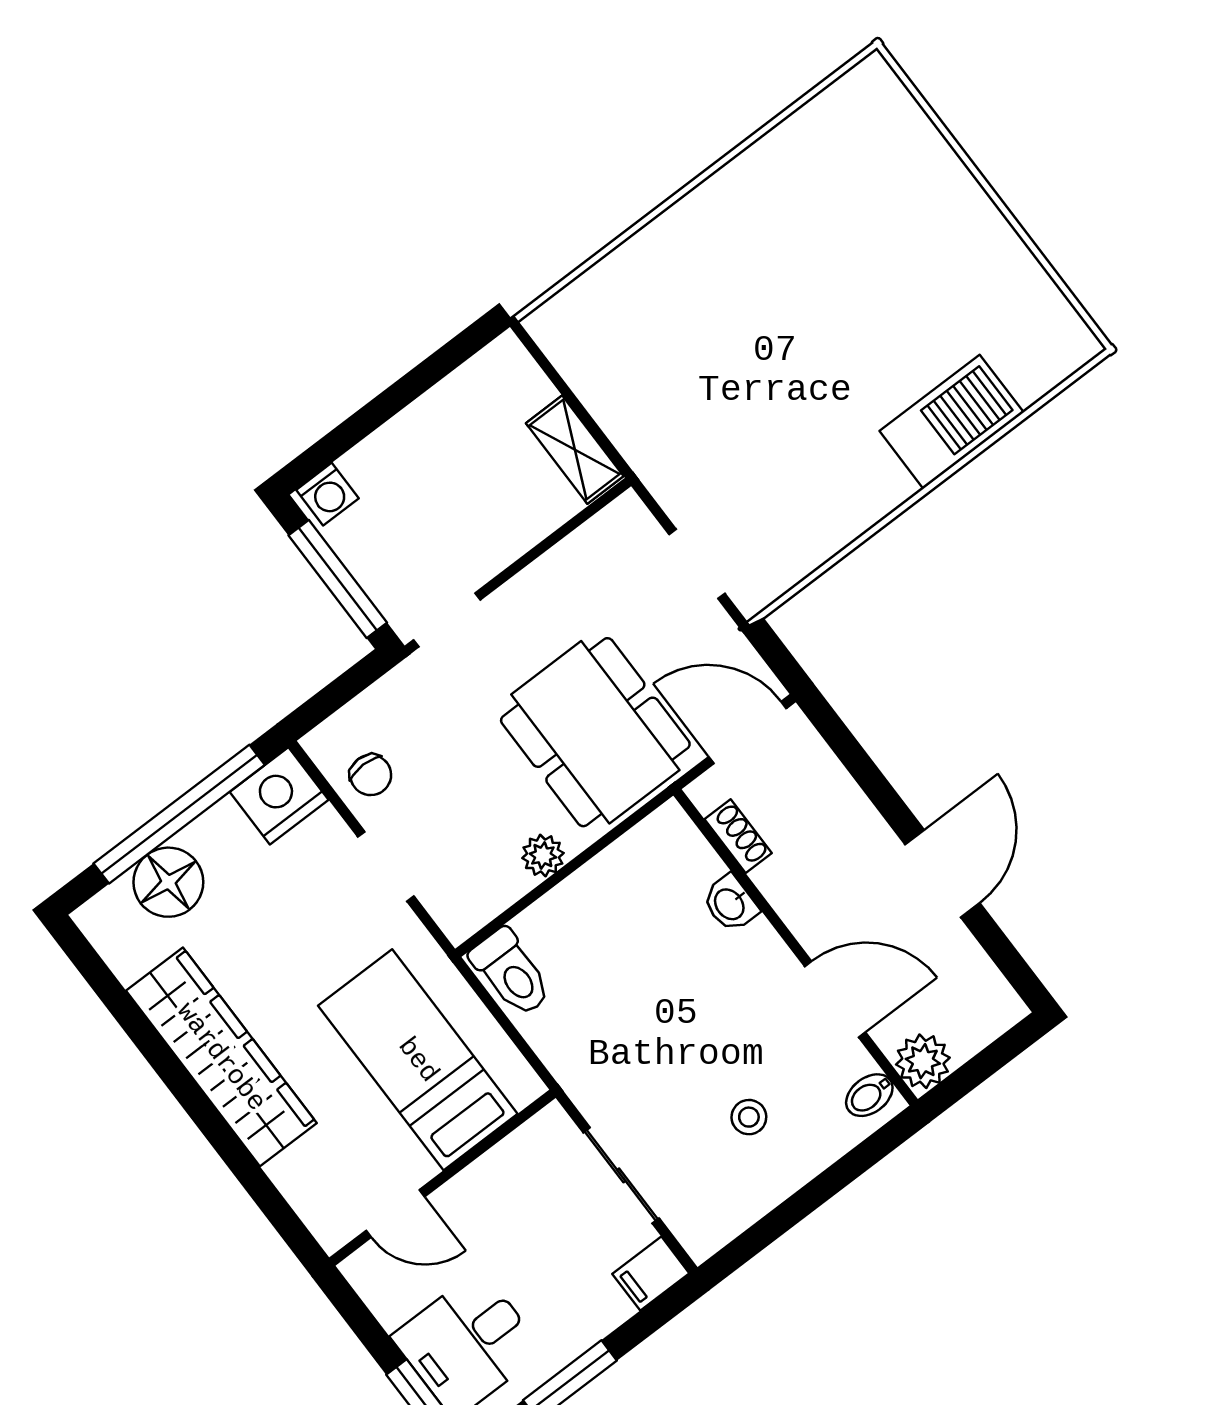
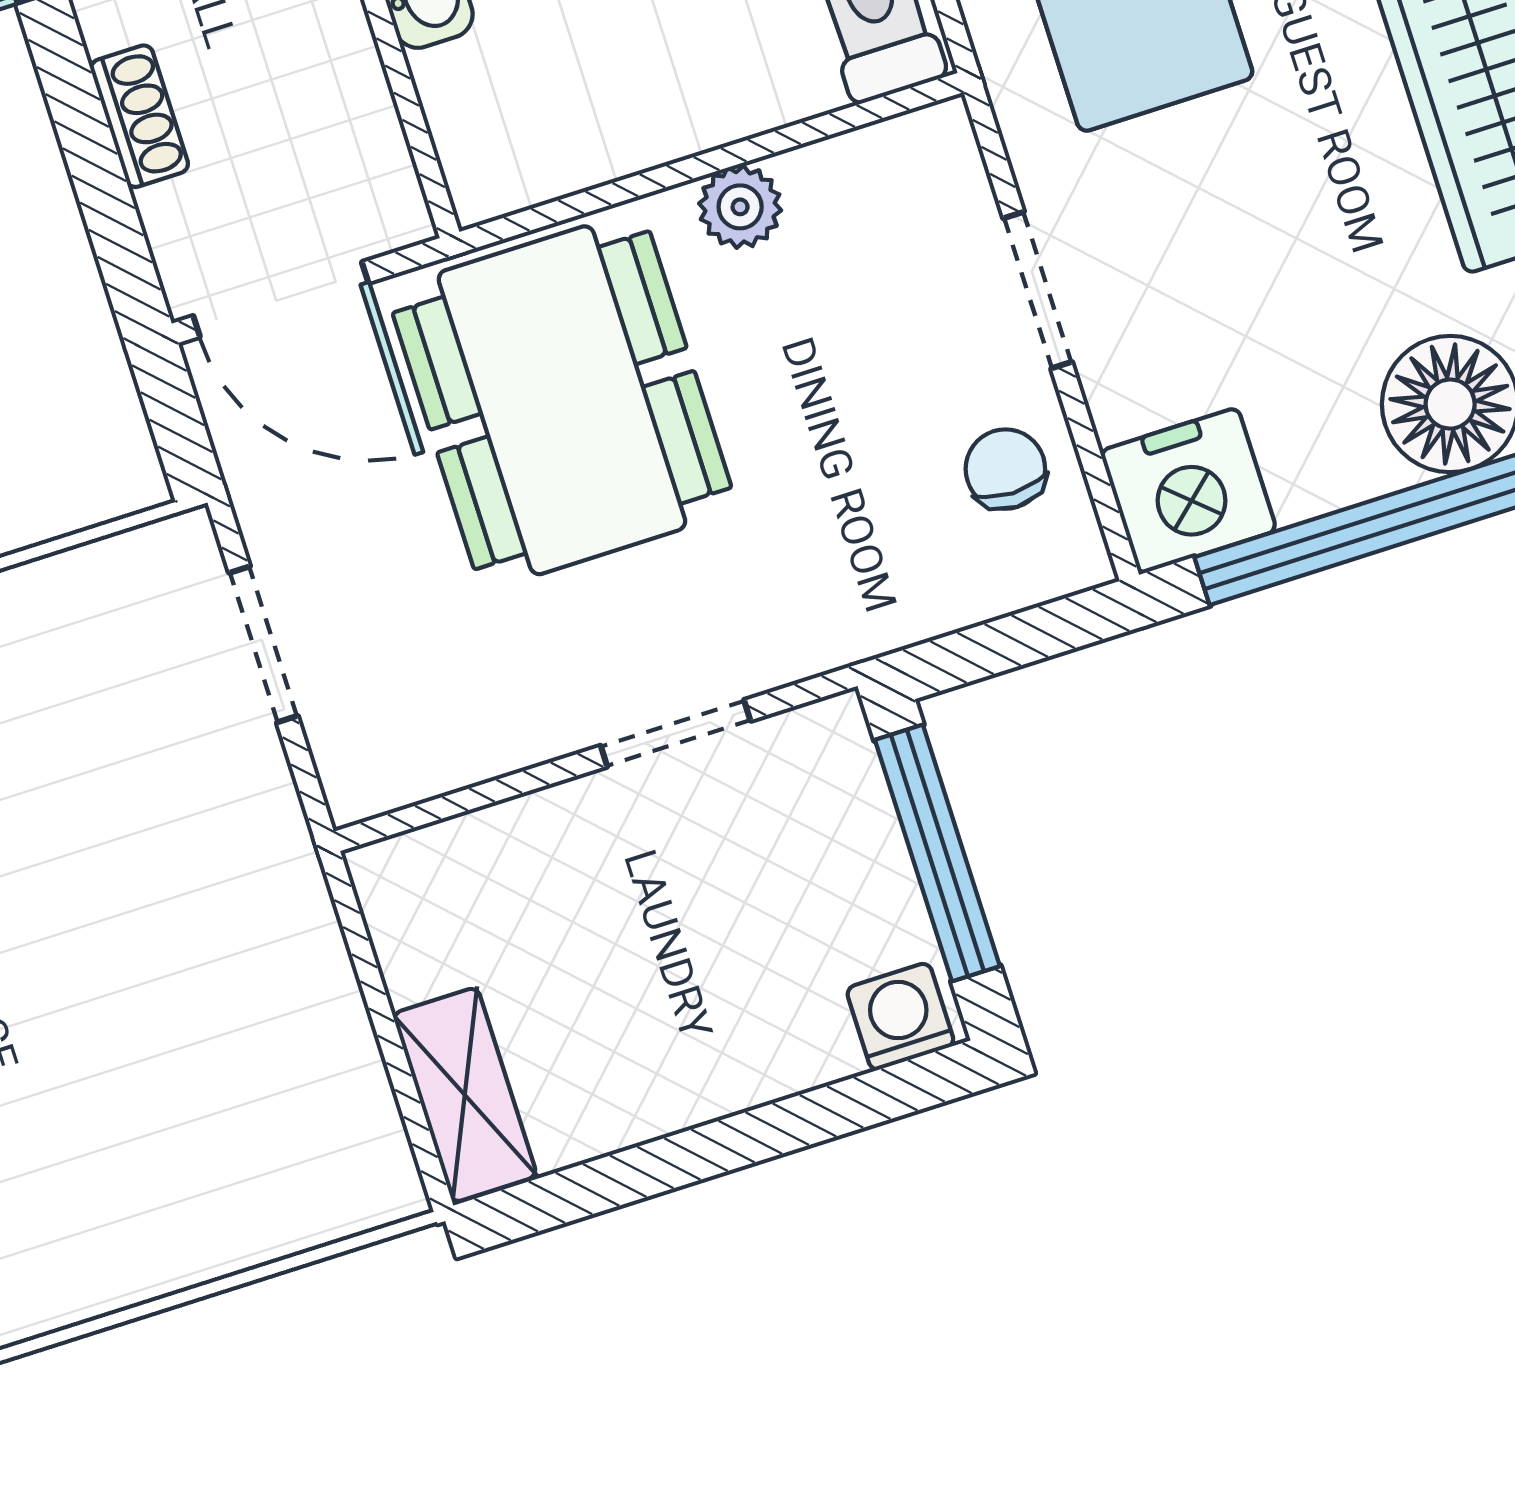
shelving: (575, 450) -> (465, 1095), moved
doorway: (447, 620) -> (676, 733), moved
shoe rack: (738, 836) -> (139, 116), moved, turned 180

